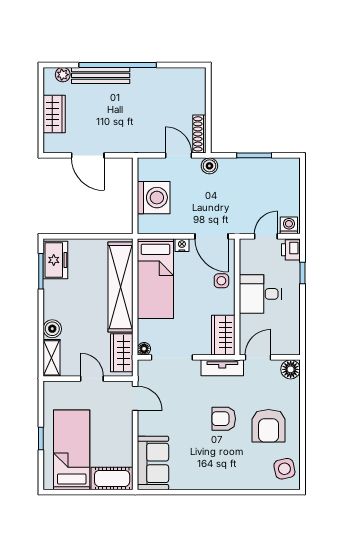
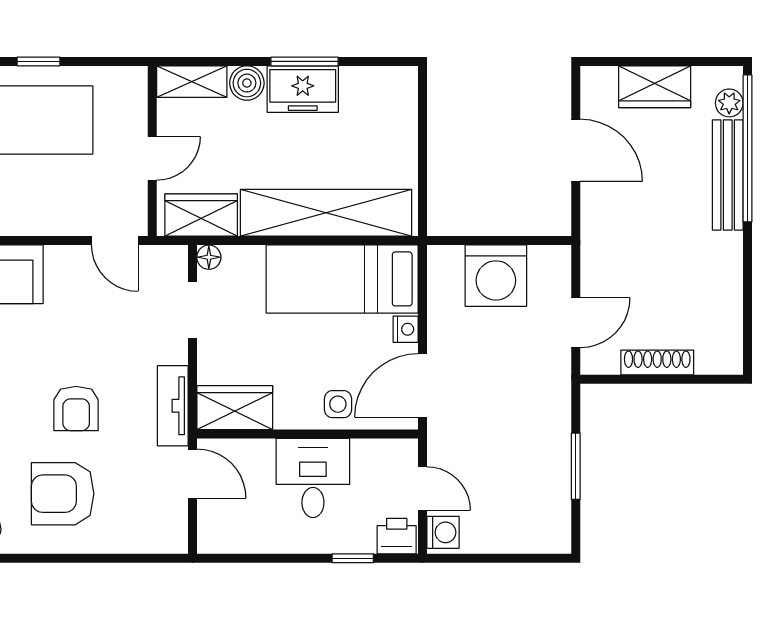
window: (118, 65) -> (748, 148), moved
shoe rack: (199, 134) -> (657, 362), moved
door: (88, 155) -> (576, 150), swing flipped
boiler: (209, 166) -> (556, 381), removed
freezer: (55, 260) -> (303, 89), moved
window: (41, 271) -> (305, 61), moved
doorway: (172, 357) -> (192, 310), width x0.73
floor lamp: (291, 369) -> (170, 535), removed
door: (135, 398) -> (115, 240), hinge flipped
armchair: (224, 419) -> (76, 409), turned 180

